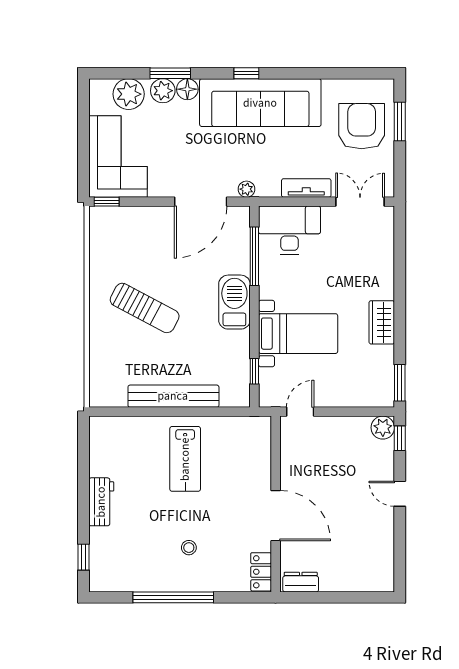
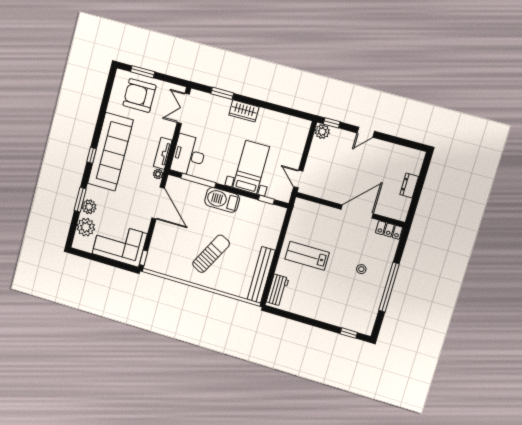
floor lamp: (187, 89) -> (92, 192), removed
tv unit: (306, 188) -> (163, 153), moved
wardrobe: (382, 322) -> (244, 111), moved
window: (400, 383) -> (222, 93), moved
bench: (173, 396) -> (261, 275), moved
lab bench: (185, 459) -> (307, 256), turned 180
workbench: (101, 502) -> (278, 290), moved, turned 90
dresser: (301, 582) -> (409, 186), moved

